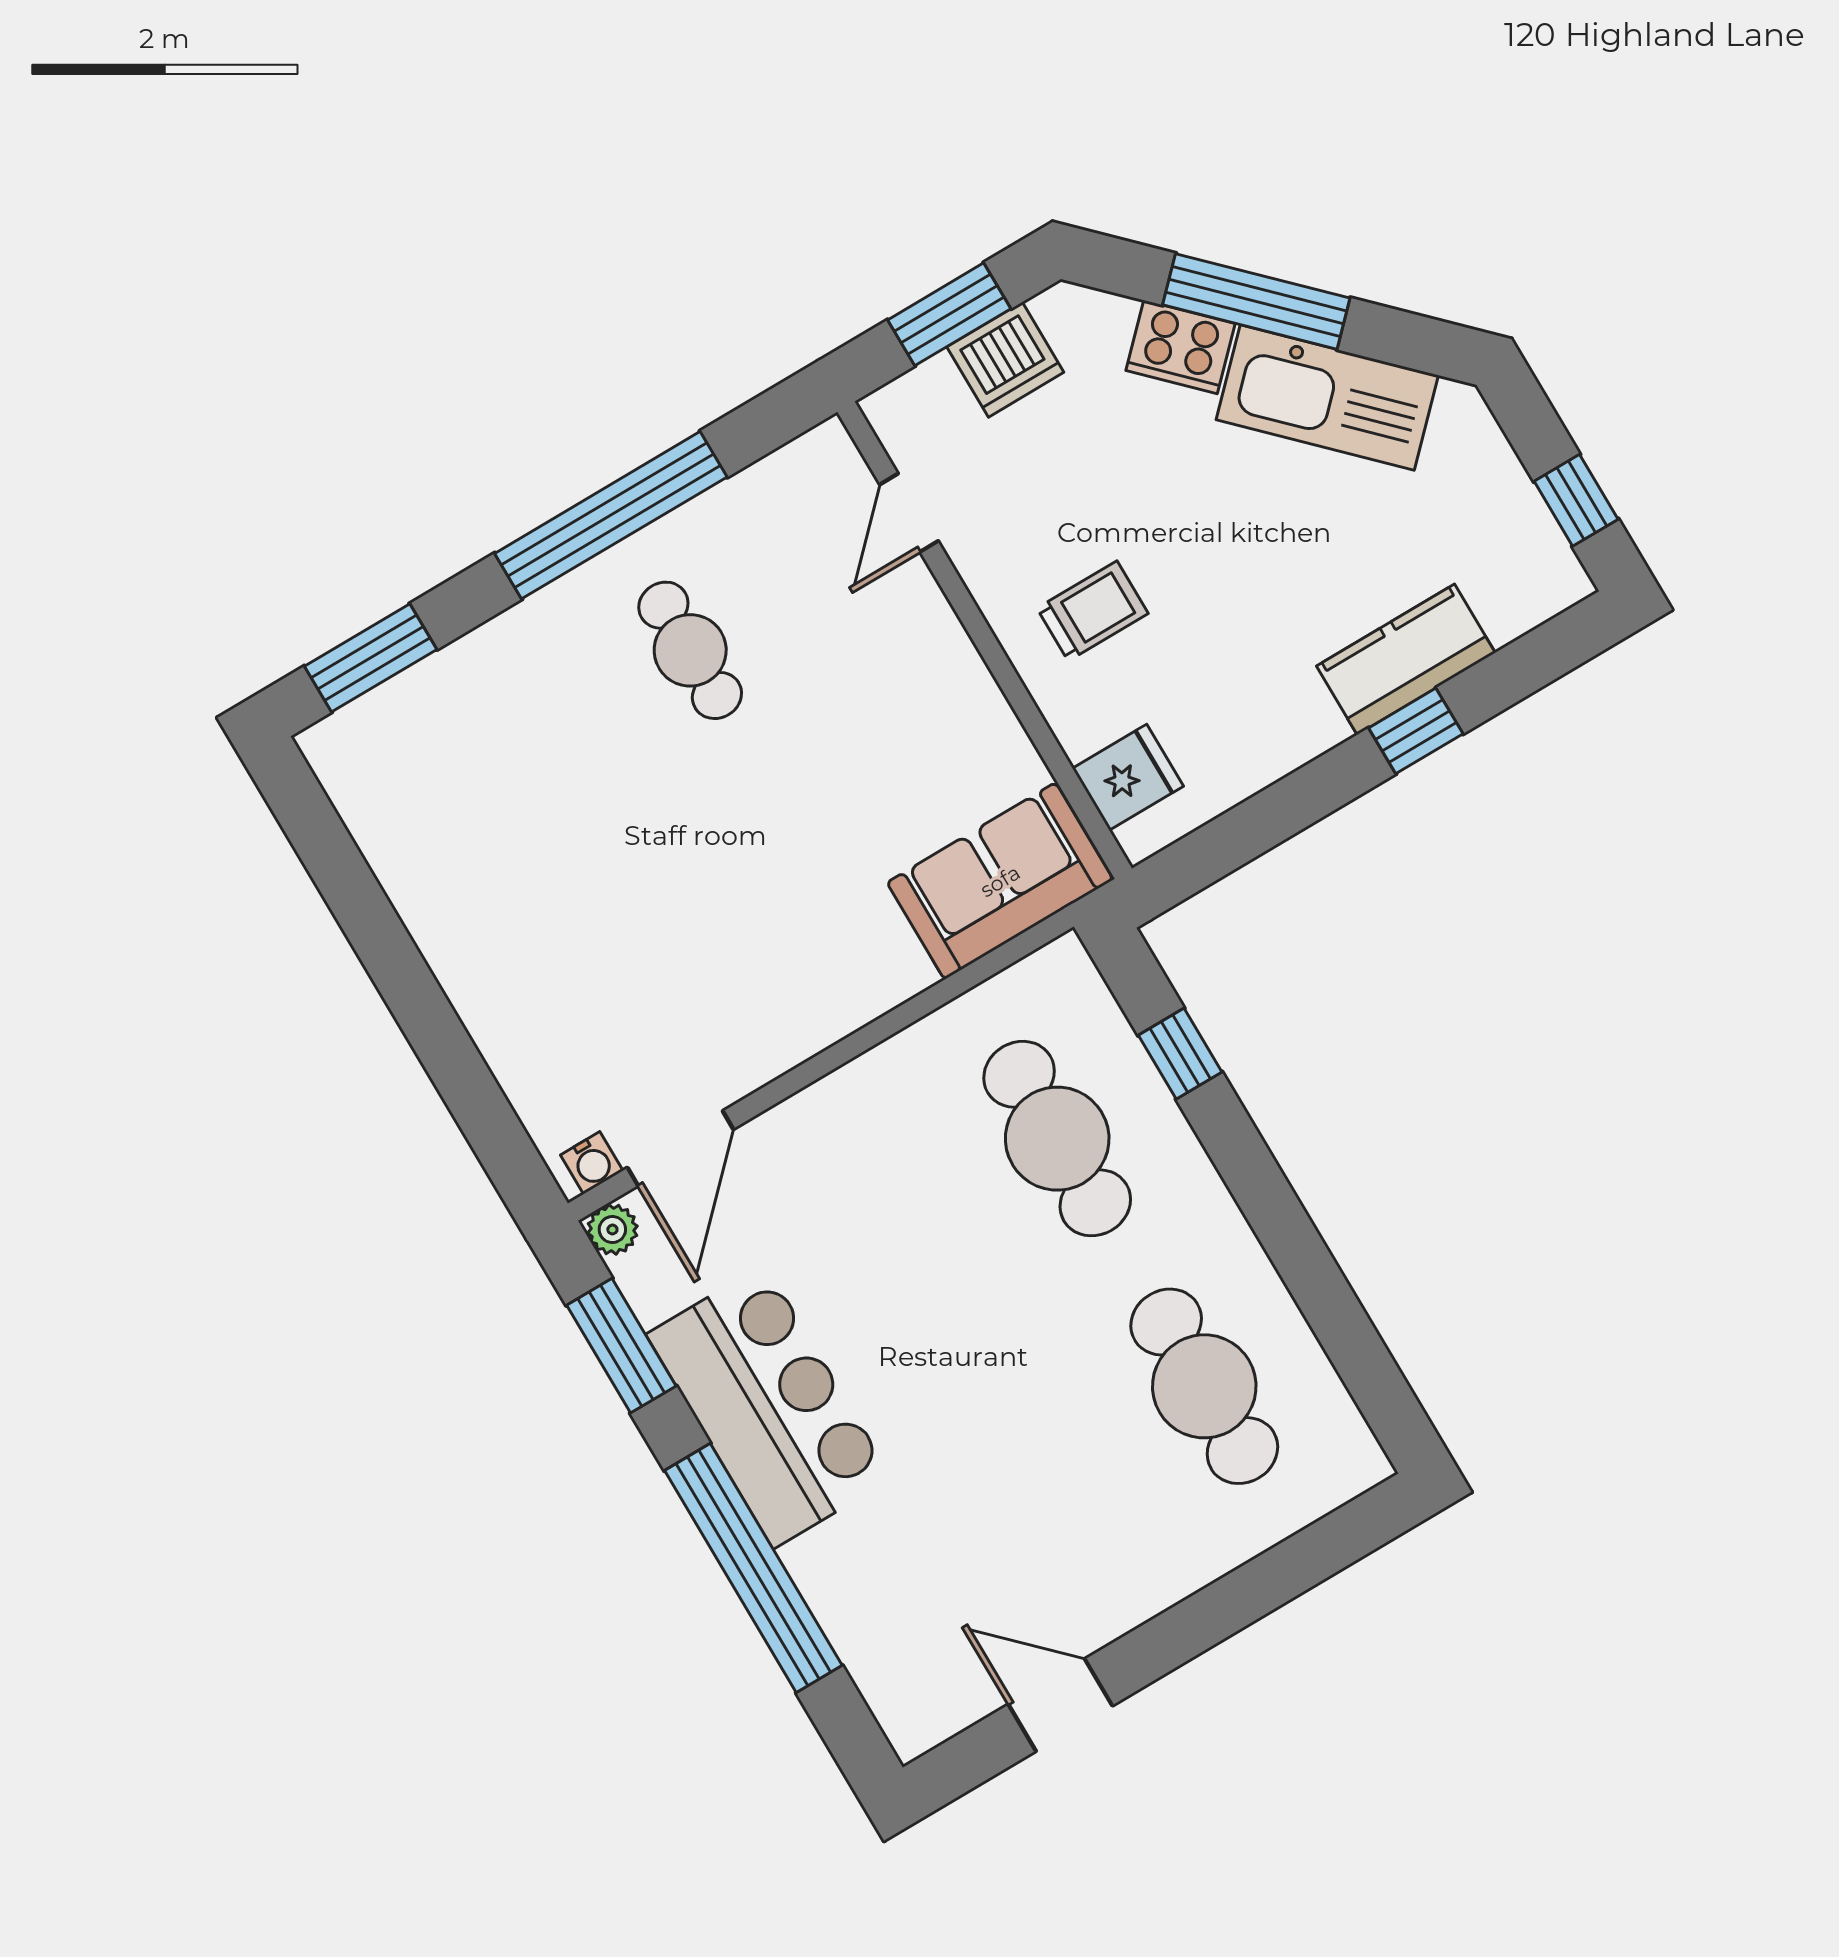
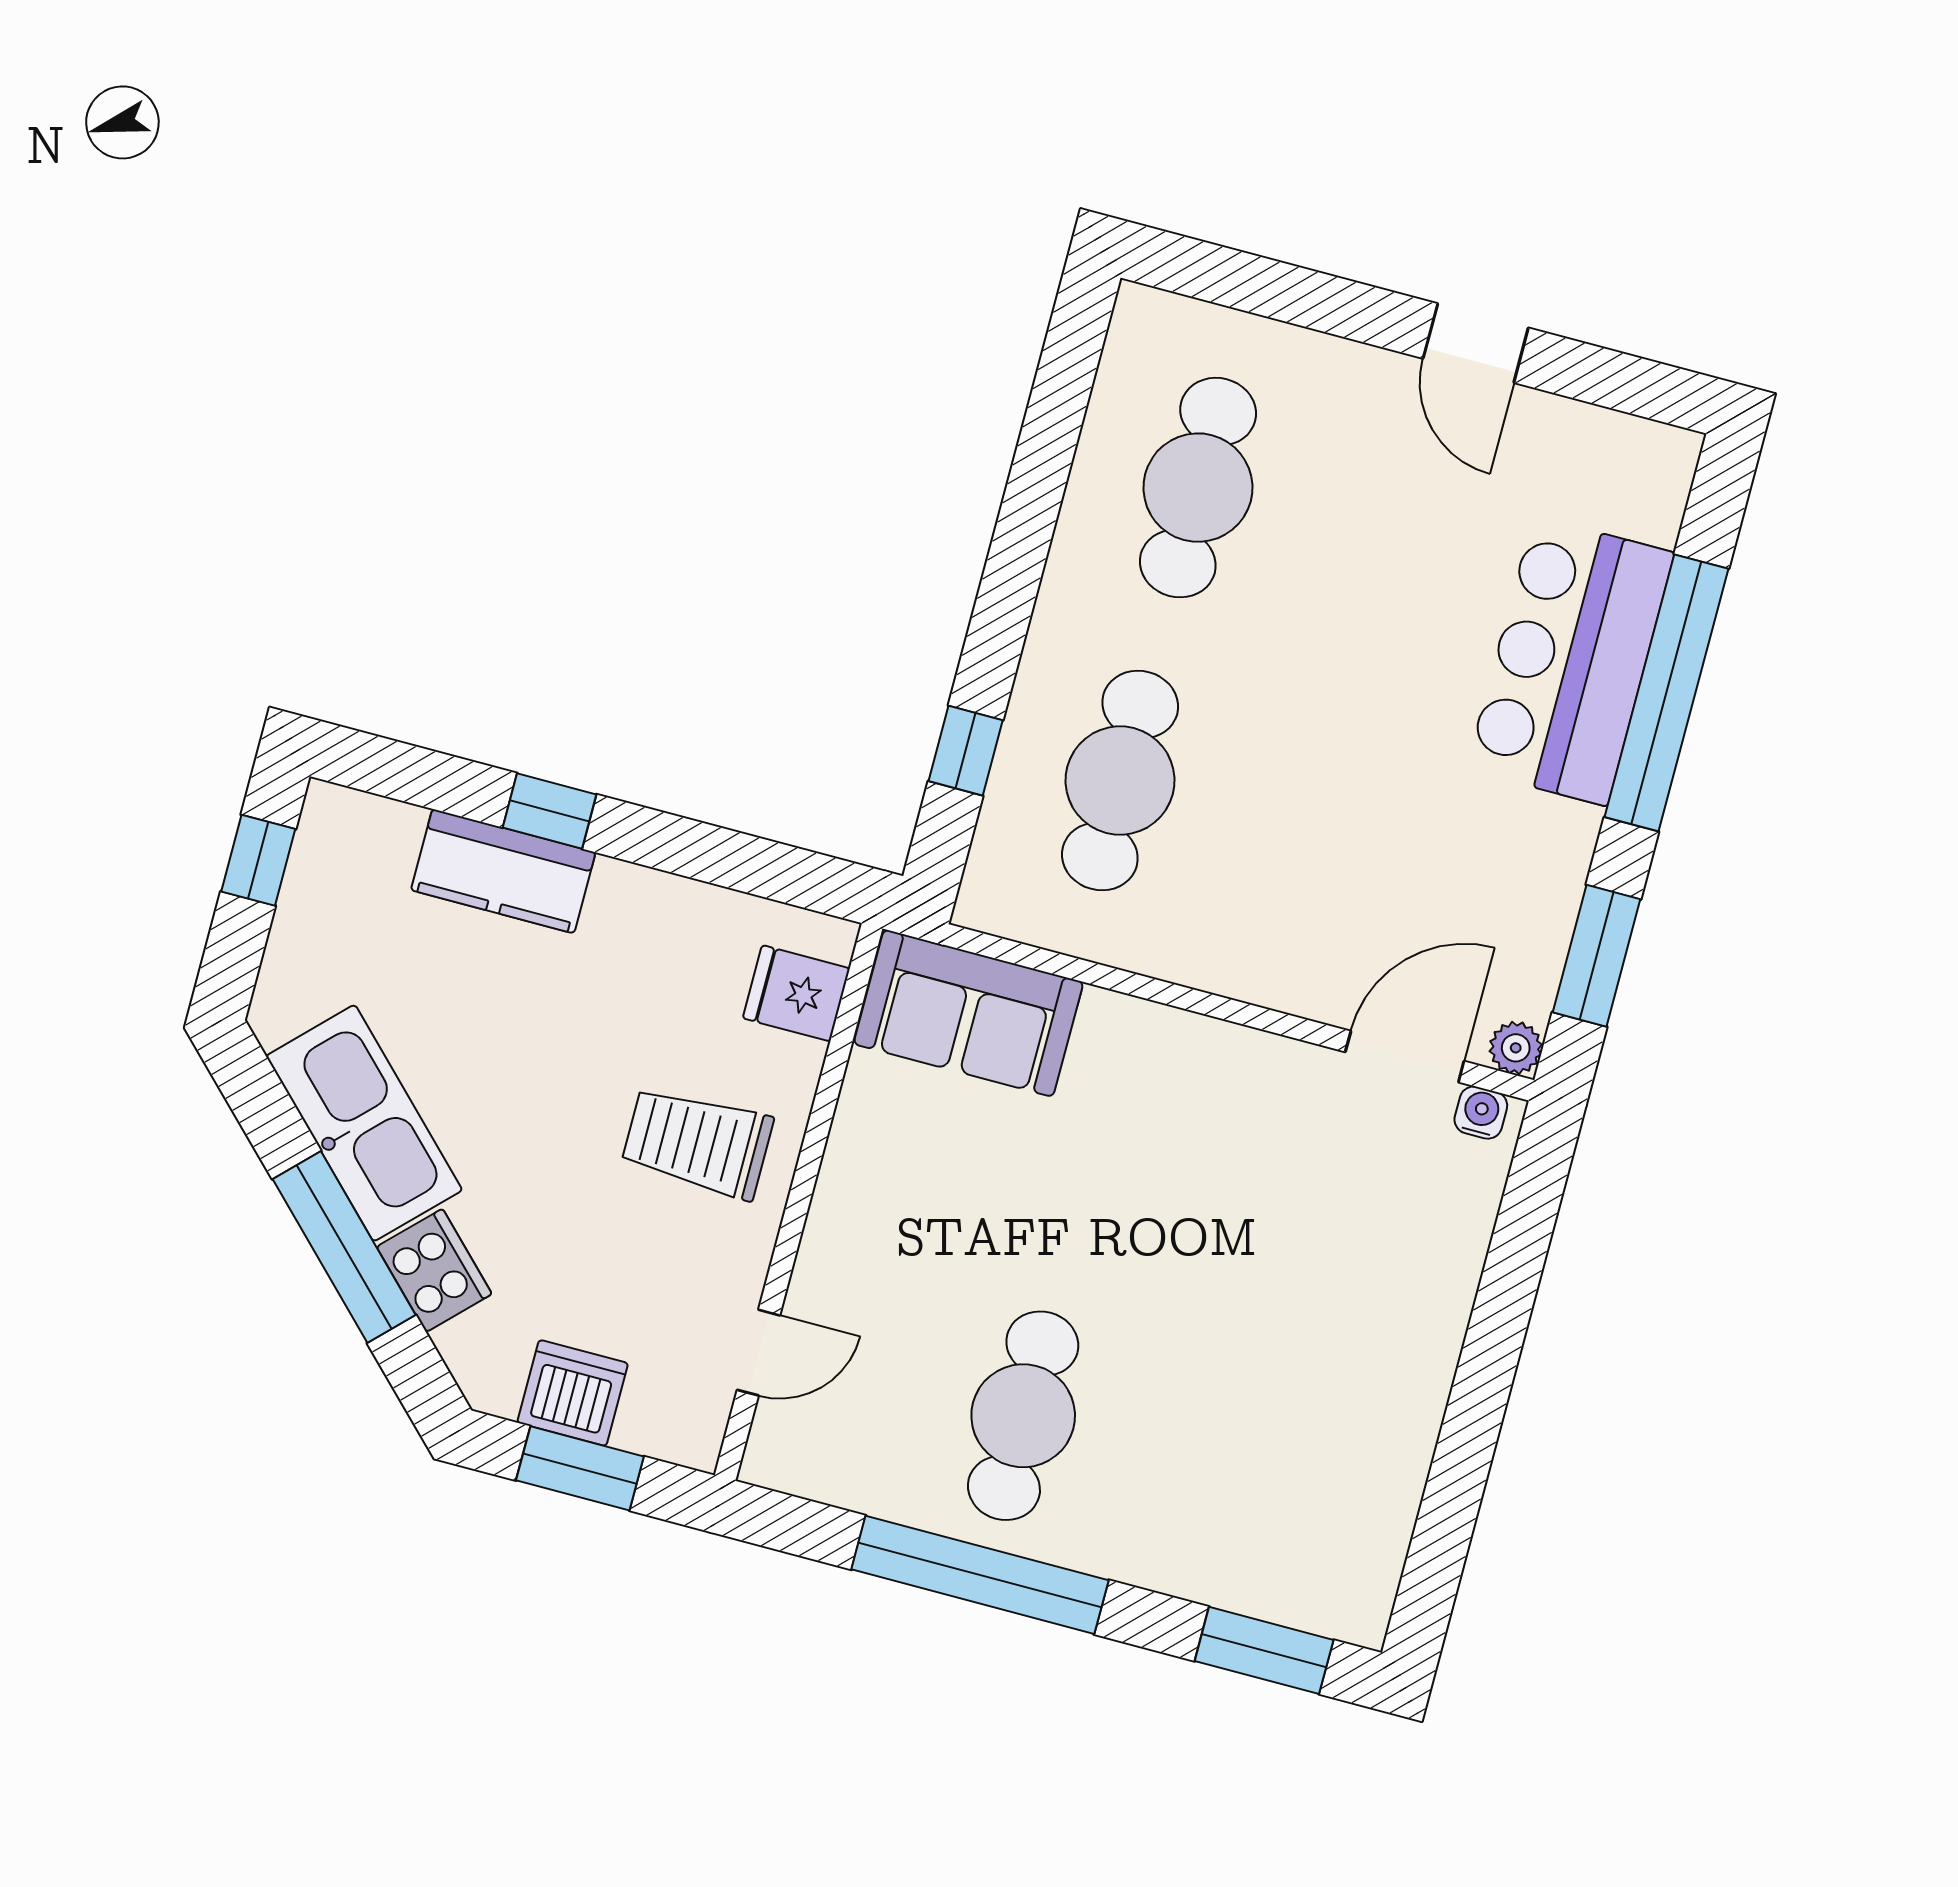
trolley: (1093, 611) -> (697, 1142), width x1.36, depth x1.39
cafe table: (690, 650) -> (1023, 1416), width x1.37, depth x1.35
bar counter: (769, 1406) -> (1570, 661), moved
door: (1060, 1705) -> (1476, 343), moved

